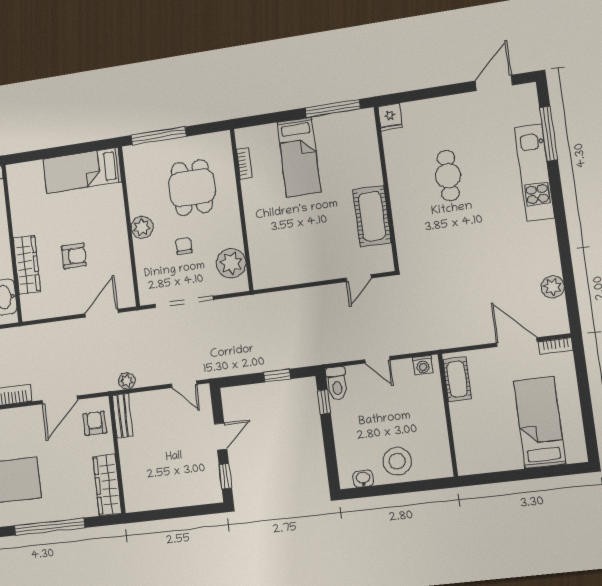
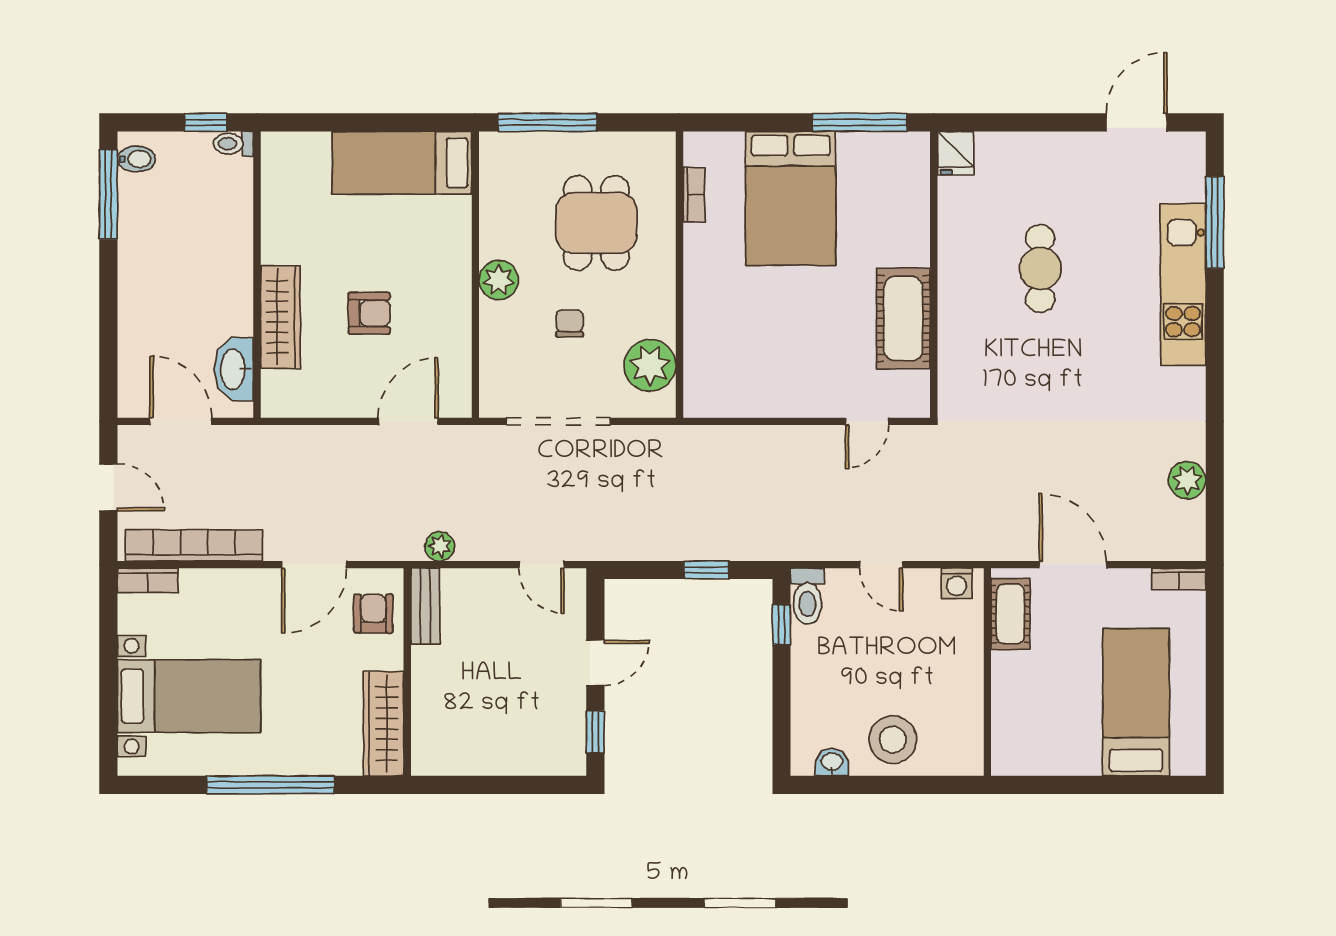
bed: (299, 157) -> (791, 198), width x1.50
door: (517, 342) -> (1073, 565), moved

